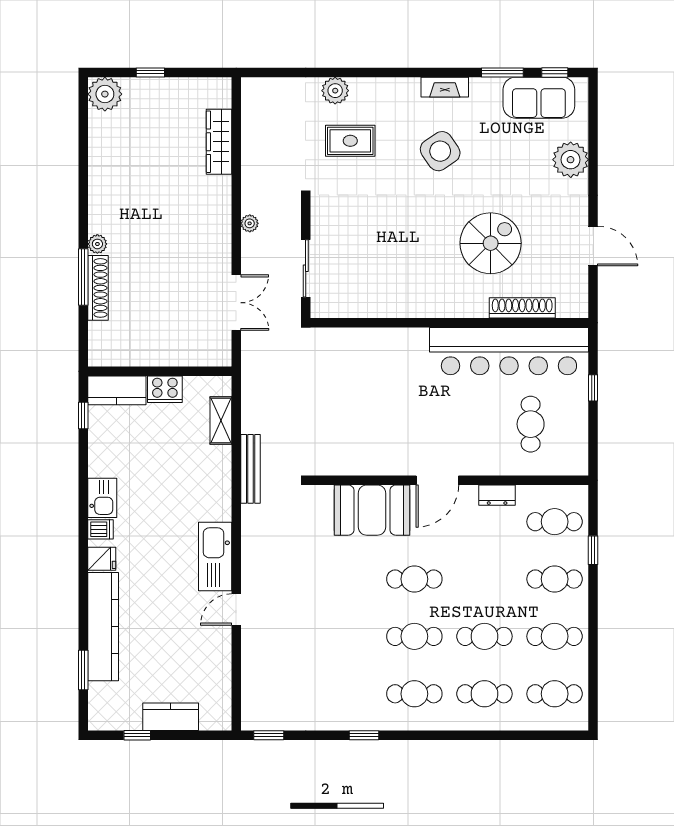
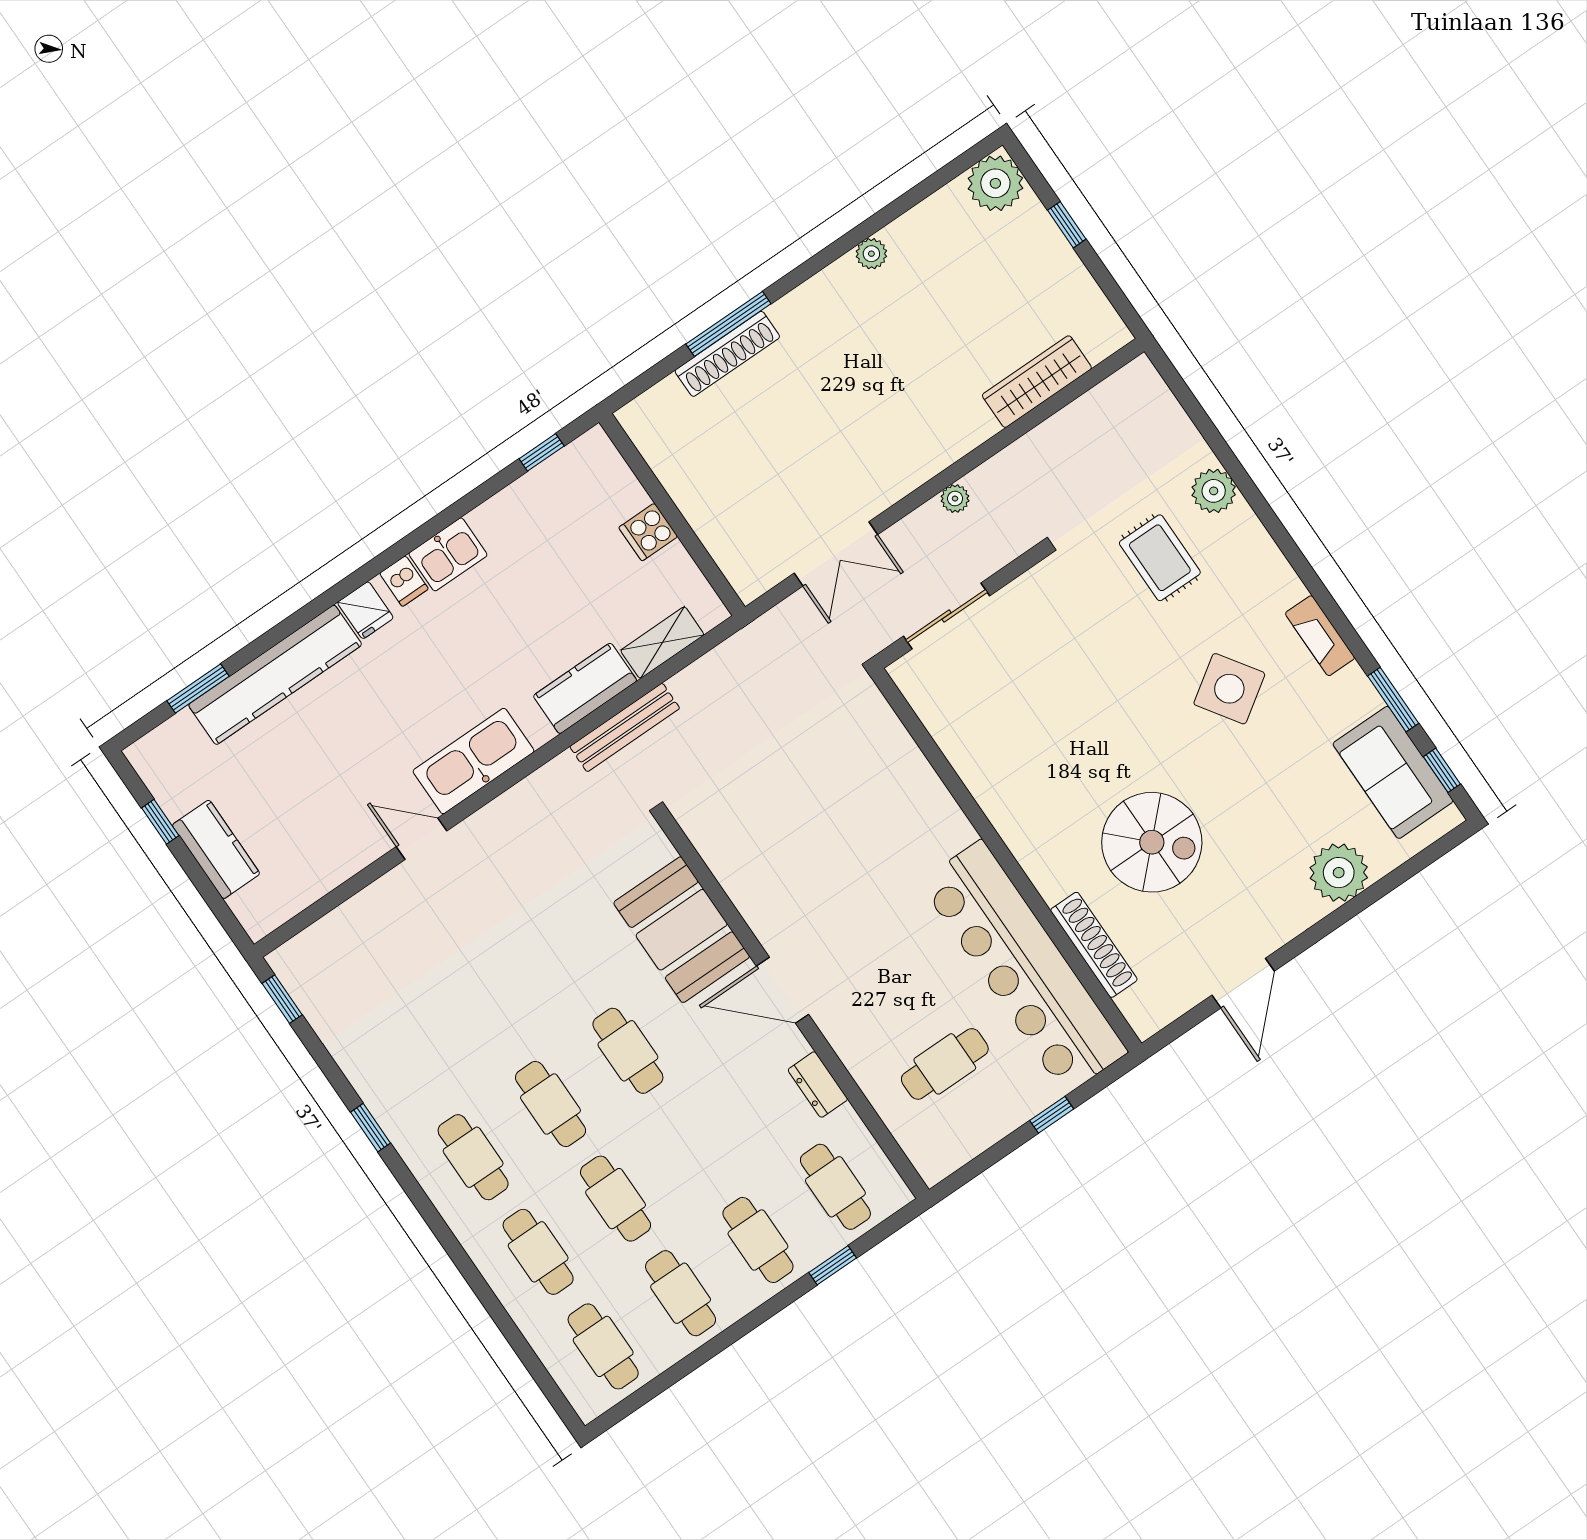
plant: (97, 244) -> (871, 254), moved
cooker: (165, 389) -> (648, 532), width x0.73
kitchen counter: (117, 390) -> (585, 688), moved, turned 90

